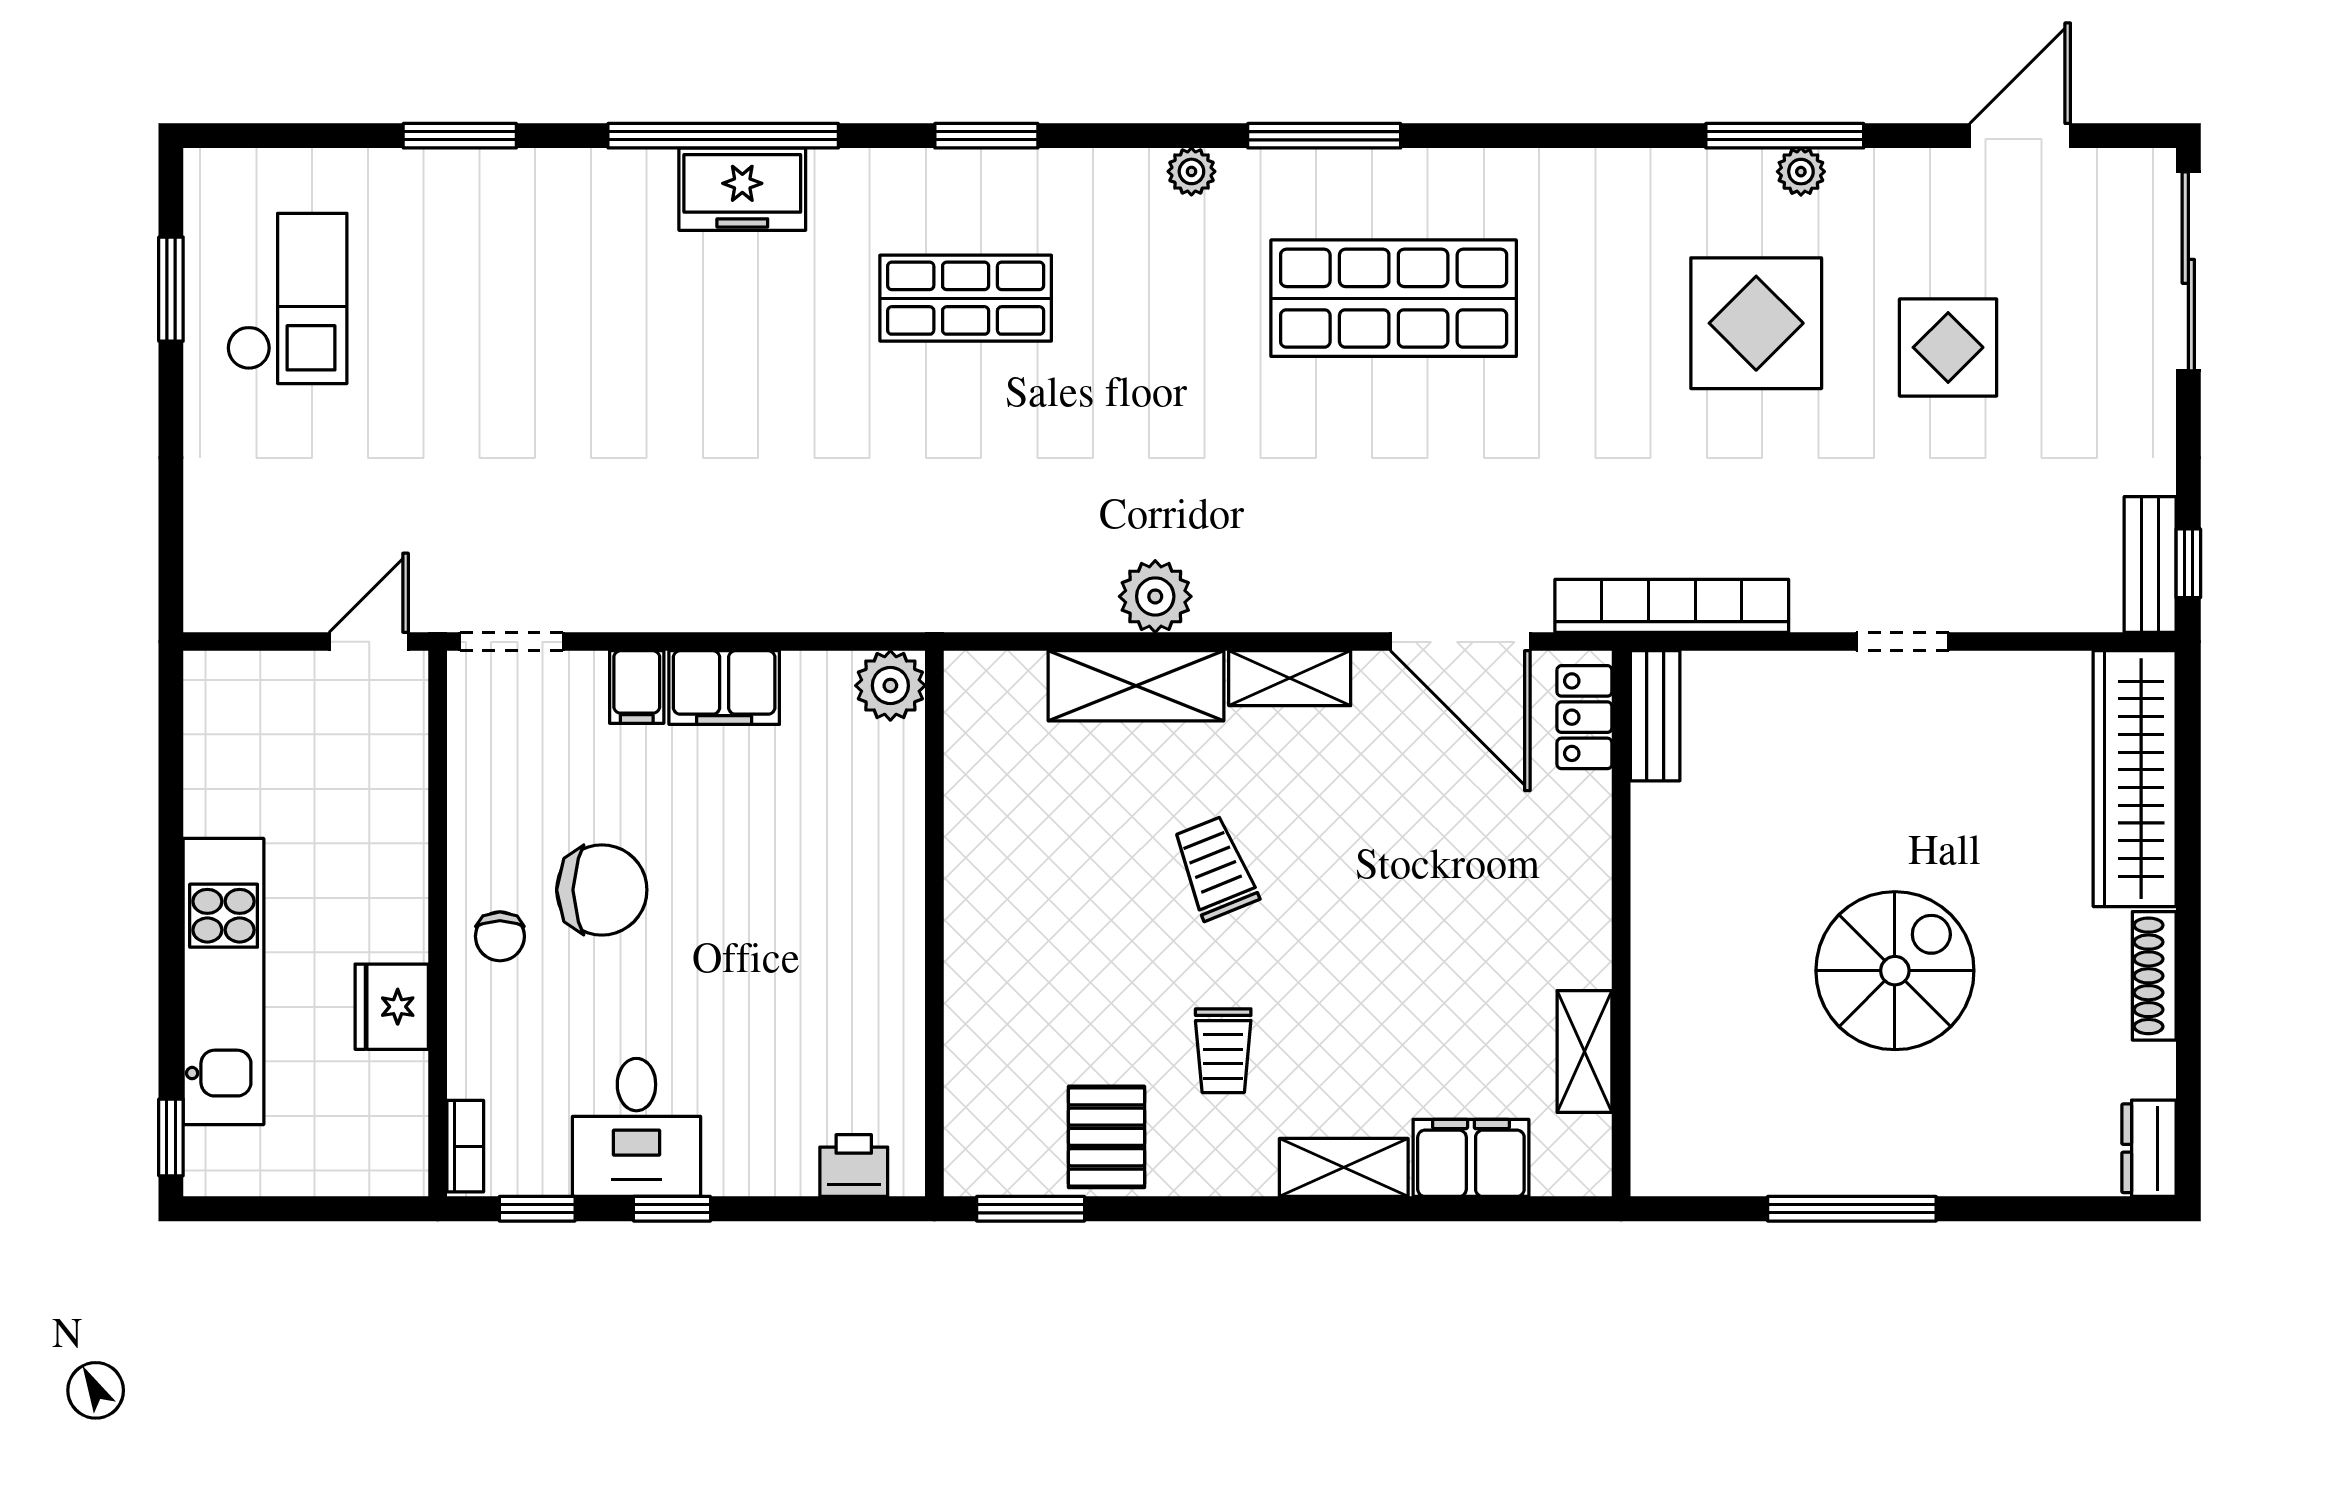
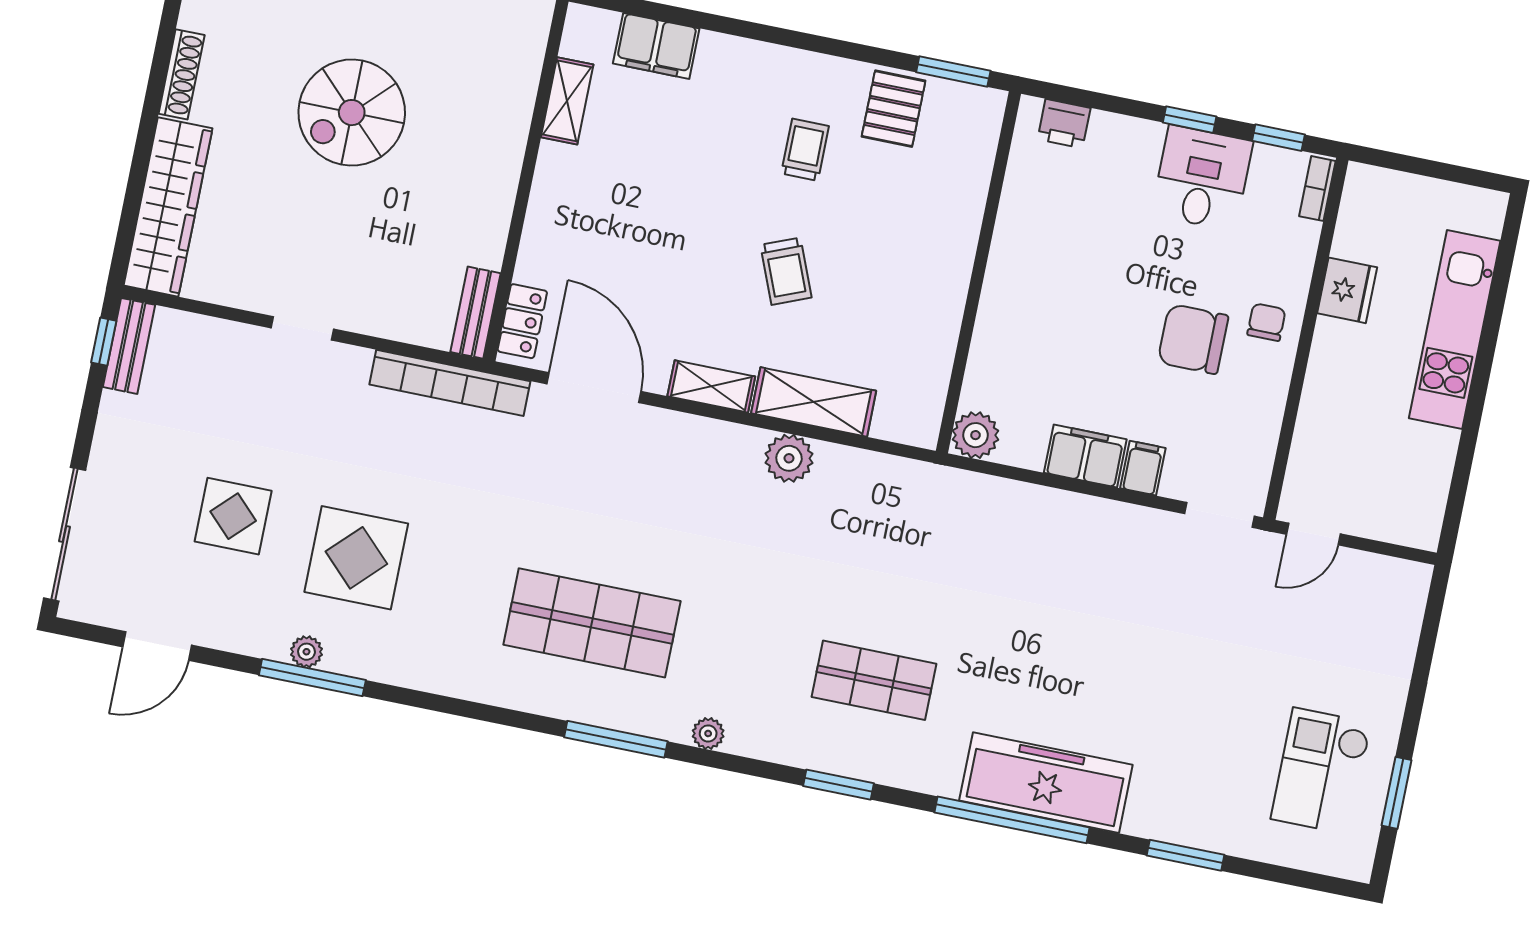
freezer: (742, 189) -> (1046, 783), width x1.91, depth x1.26
window: (171, 1137) -> (1510, 234), removed
shelving: (1344, 1167) -> (741, 57), removed

